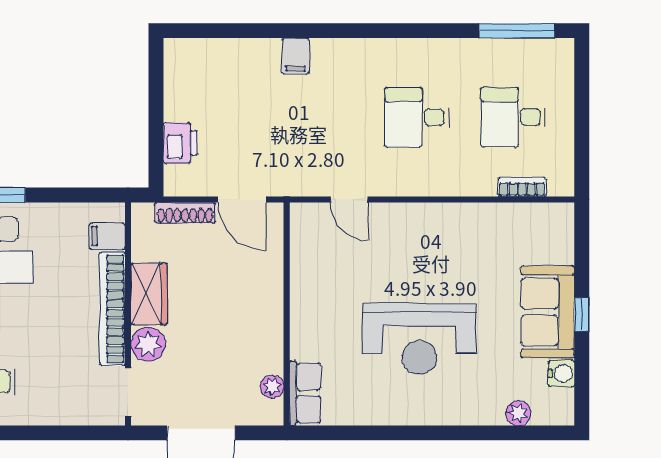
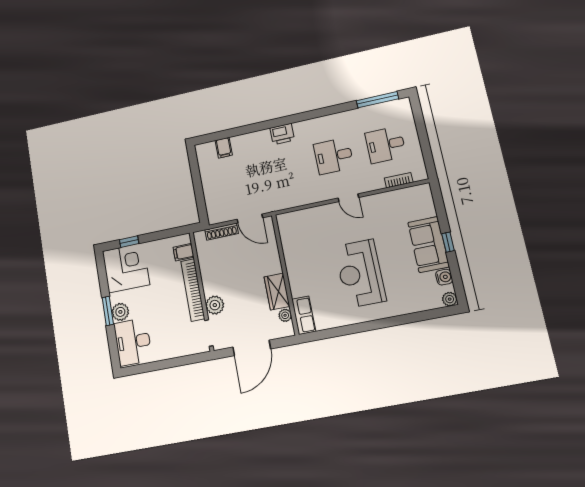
filing cabinet: (296, 56) -> (224, 148), moved
printer: (180, 143) -> (282, 134), moved, turned 90
door: (349, 199) -> (348, 198), moved
wardrobe: (149, 294) -> (277, 292), moved, turned 180
reception desk: (419, 339) -> (360, 274), turned 90
plant: (518, 413) -> (450, 299), moved

